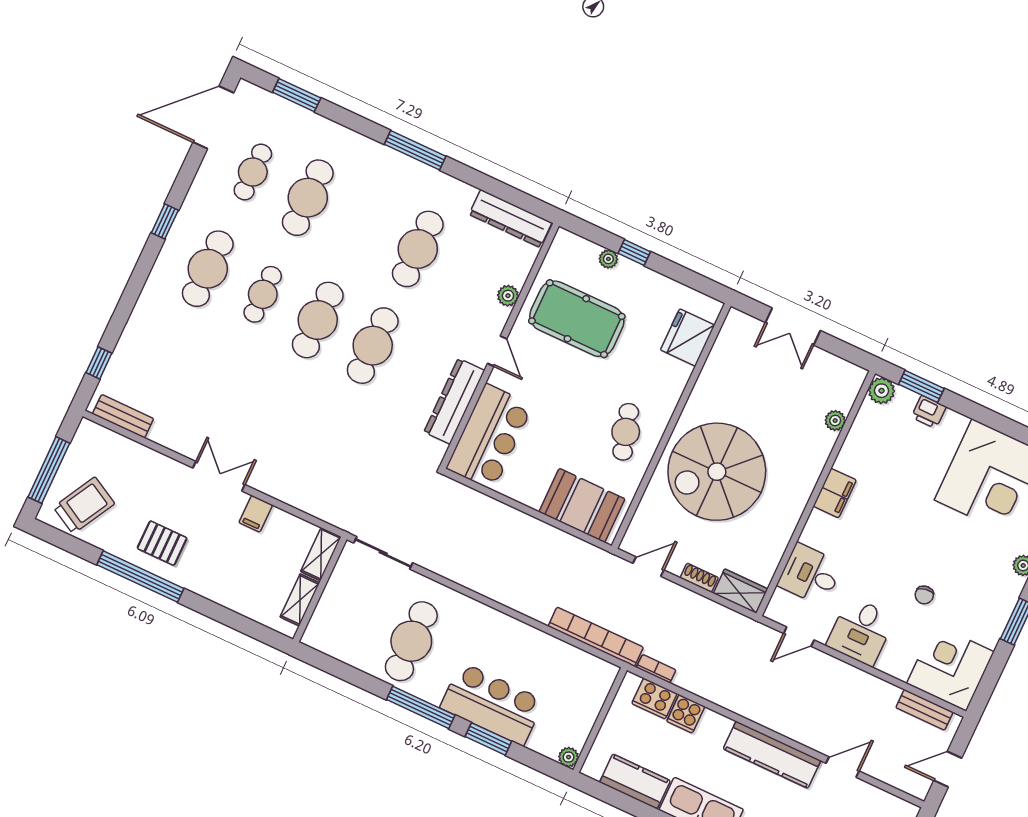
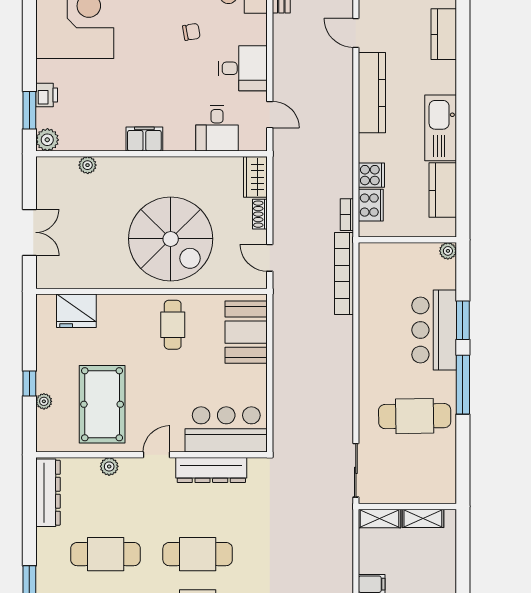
cafe table: (626, 432) -> (173, 325), turned -74

